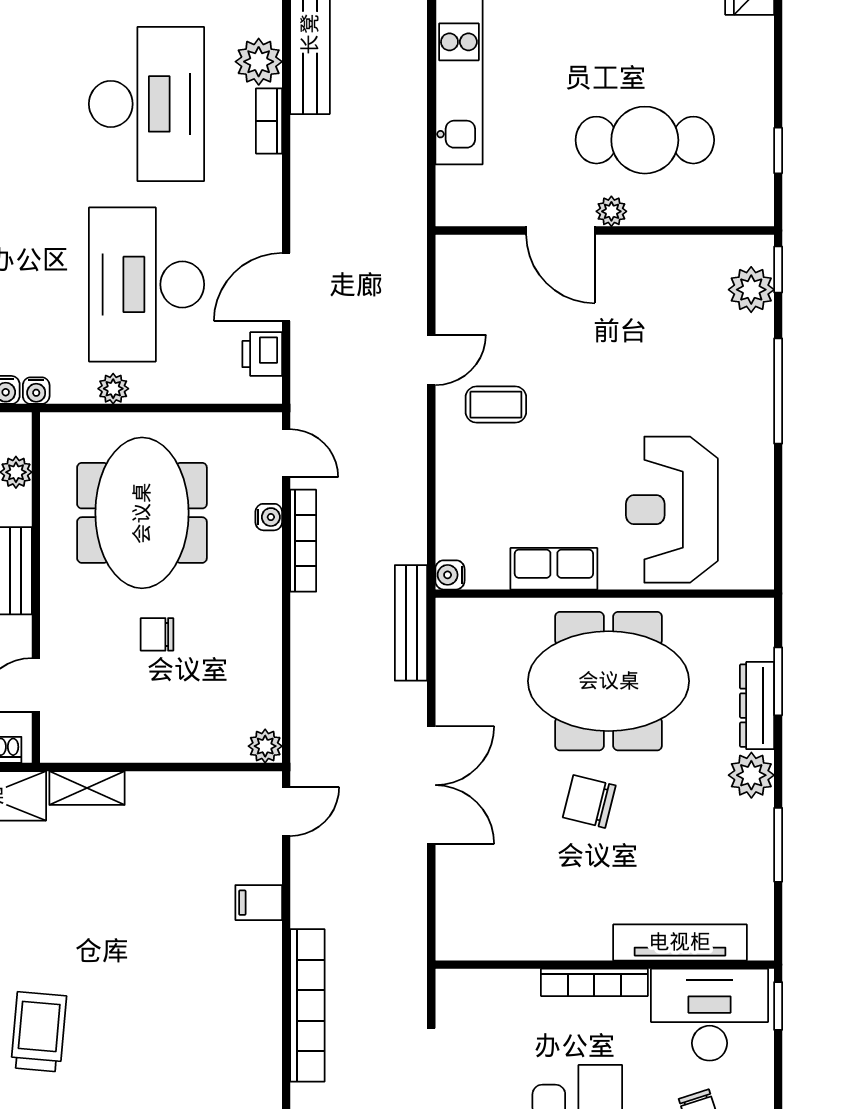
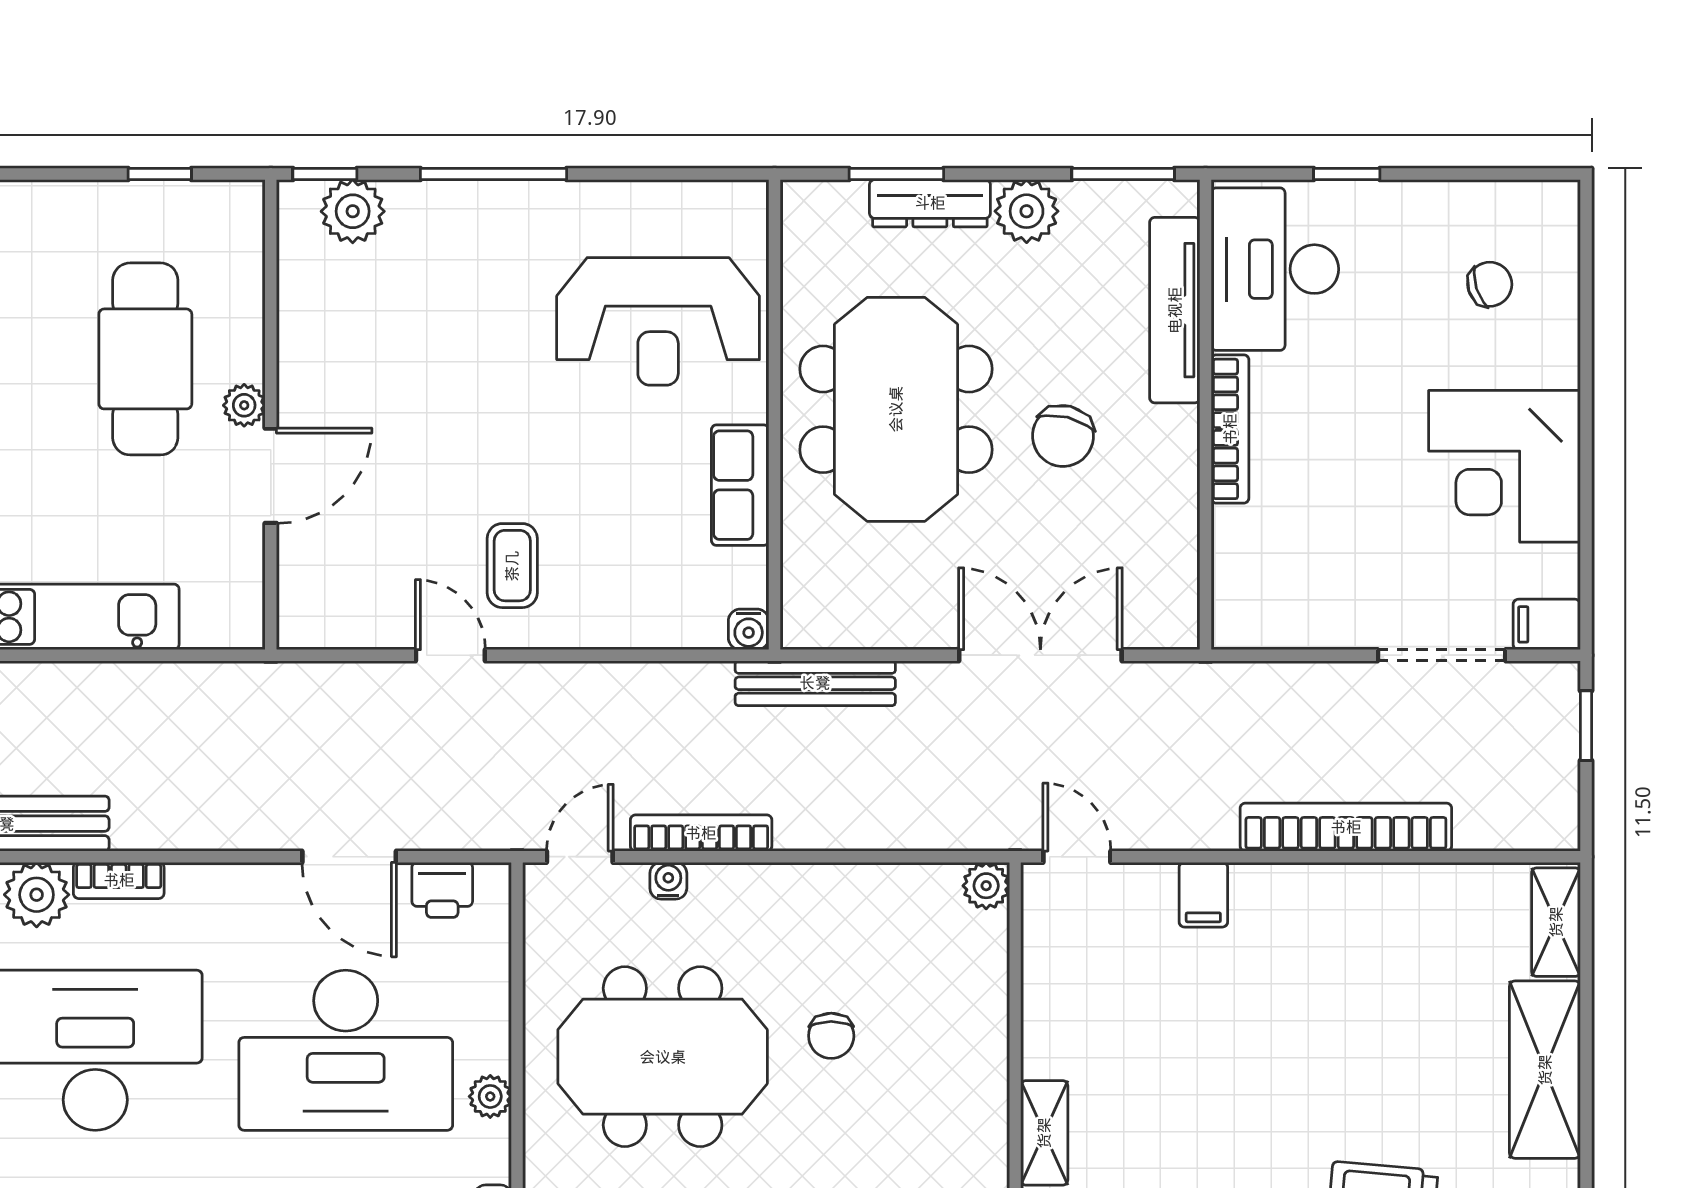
tv unit: (680, 942) -> (1175, 310), moved
wall: (605, 965) -> (1205, 415), moved
bookcase: (594, 982) -> (1230, 429), moved
desk: (710, 1015) -> (1275, 269), moved

